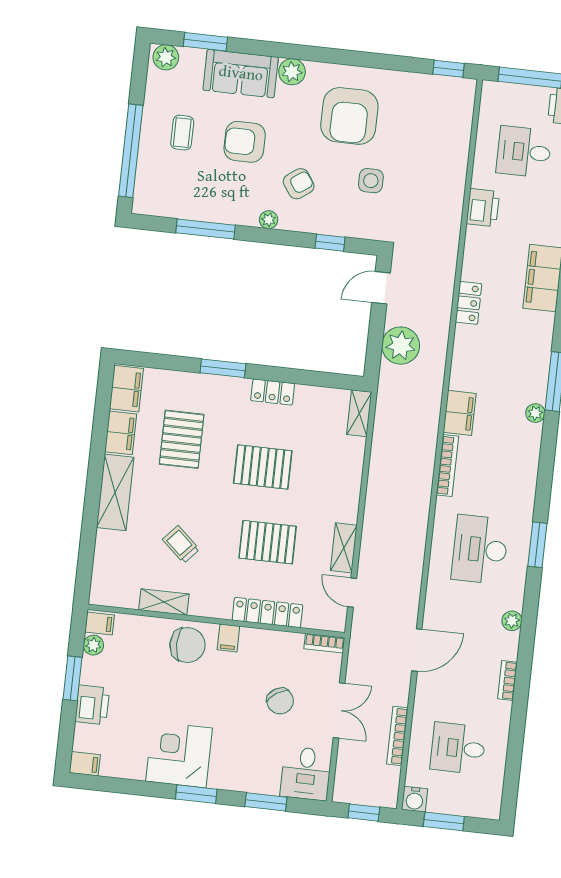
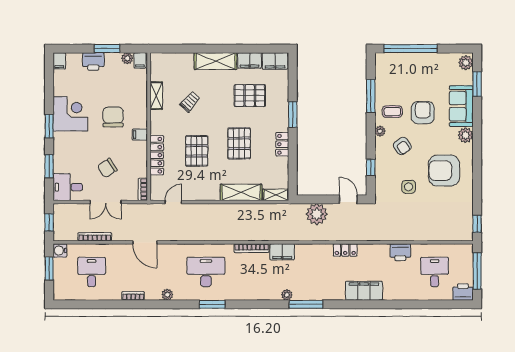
coffee table: (182, 133) -> (392, 112), moved
shelving: (344, 548) -> (241, 192), moved, width x1.50, depth x1.33
chair: (187, 645) -> (113, 117), moved, turned 180

